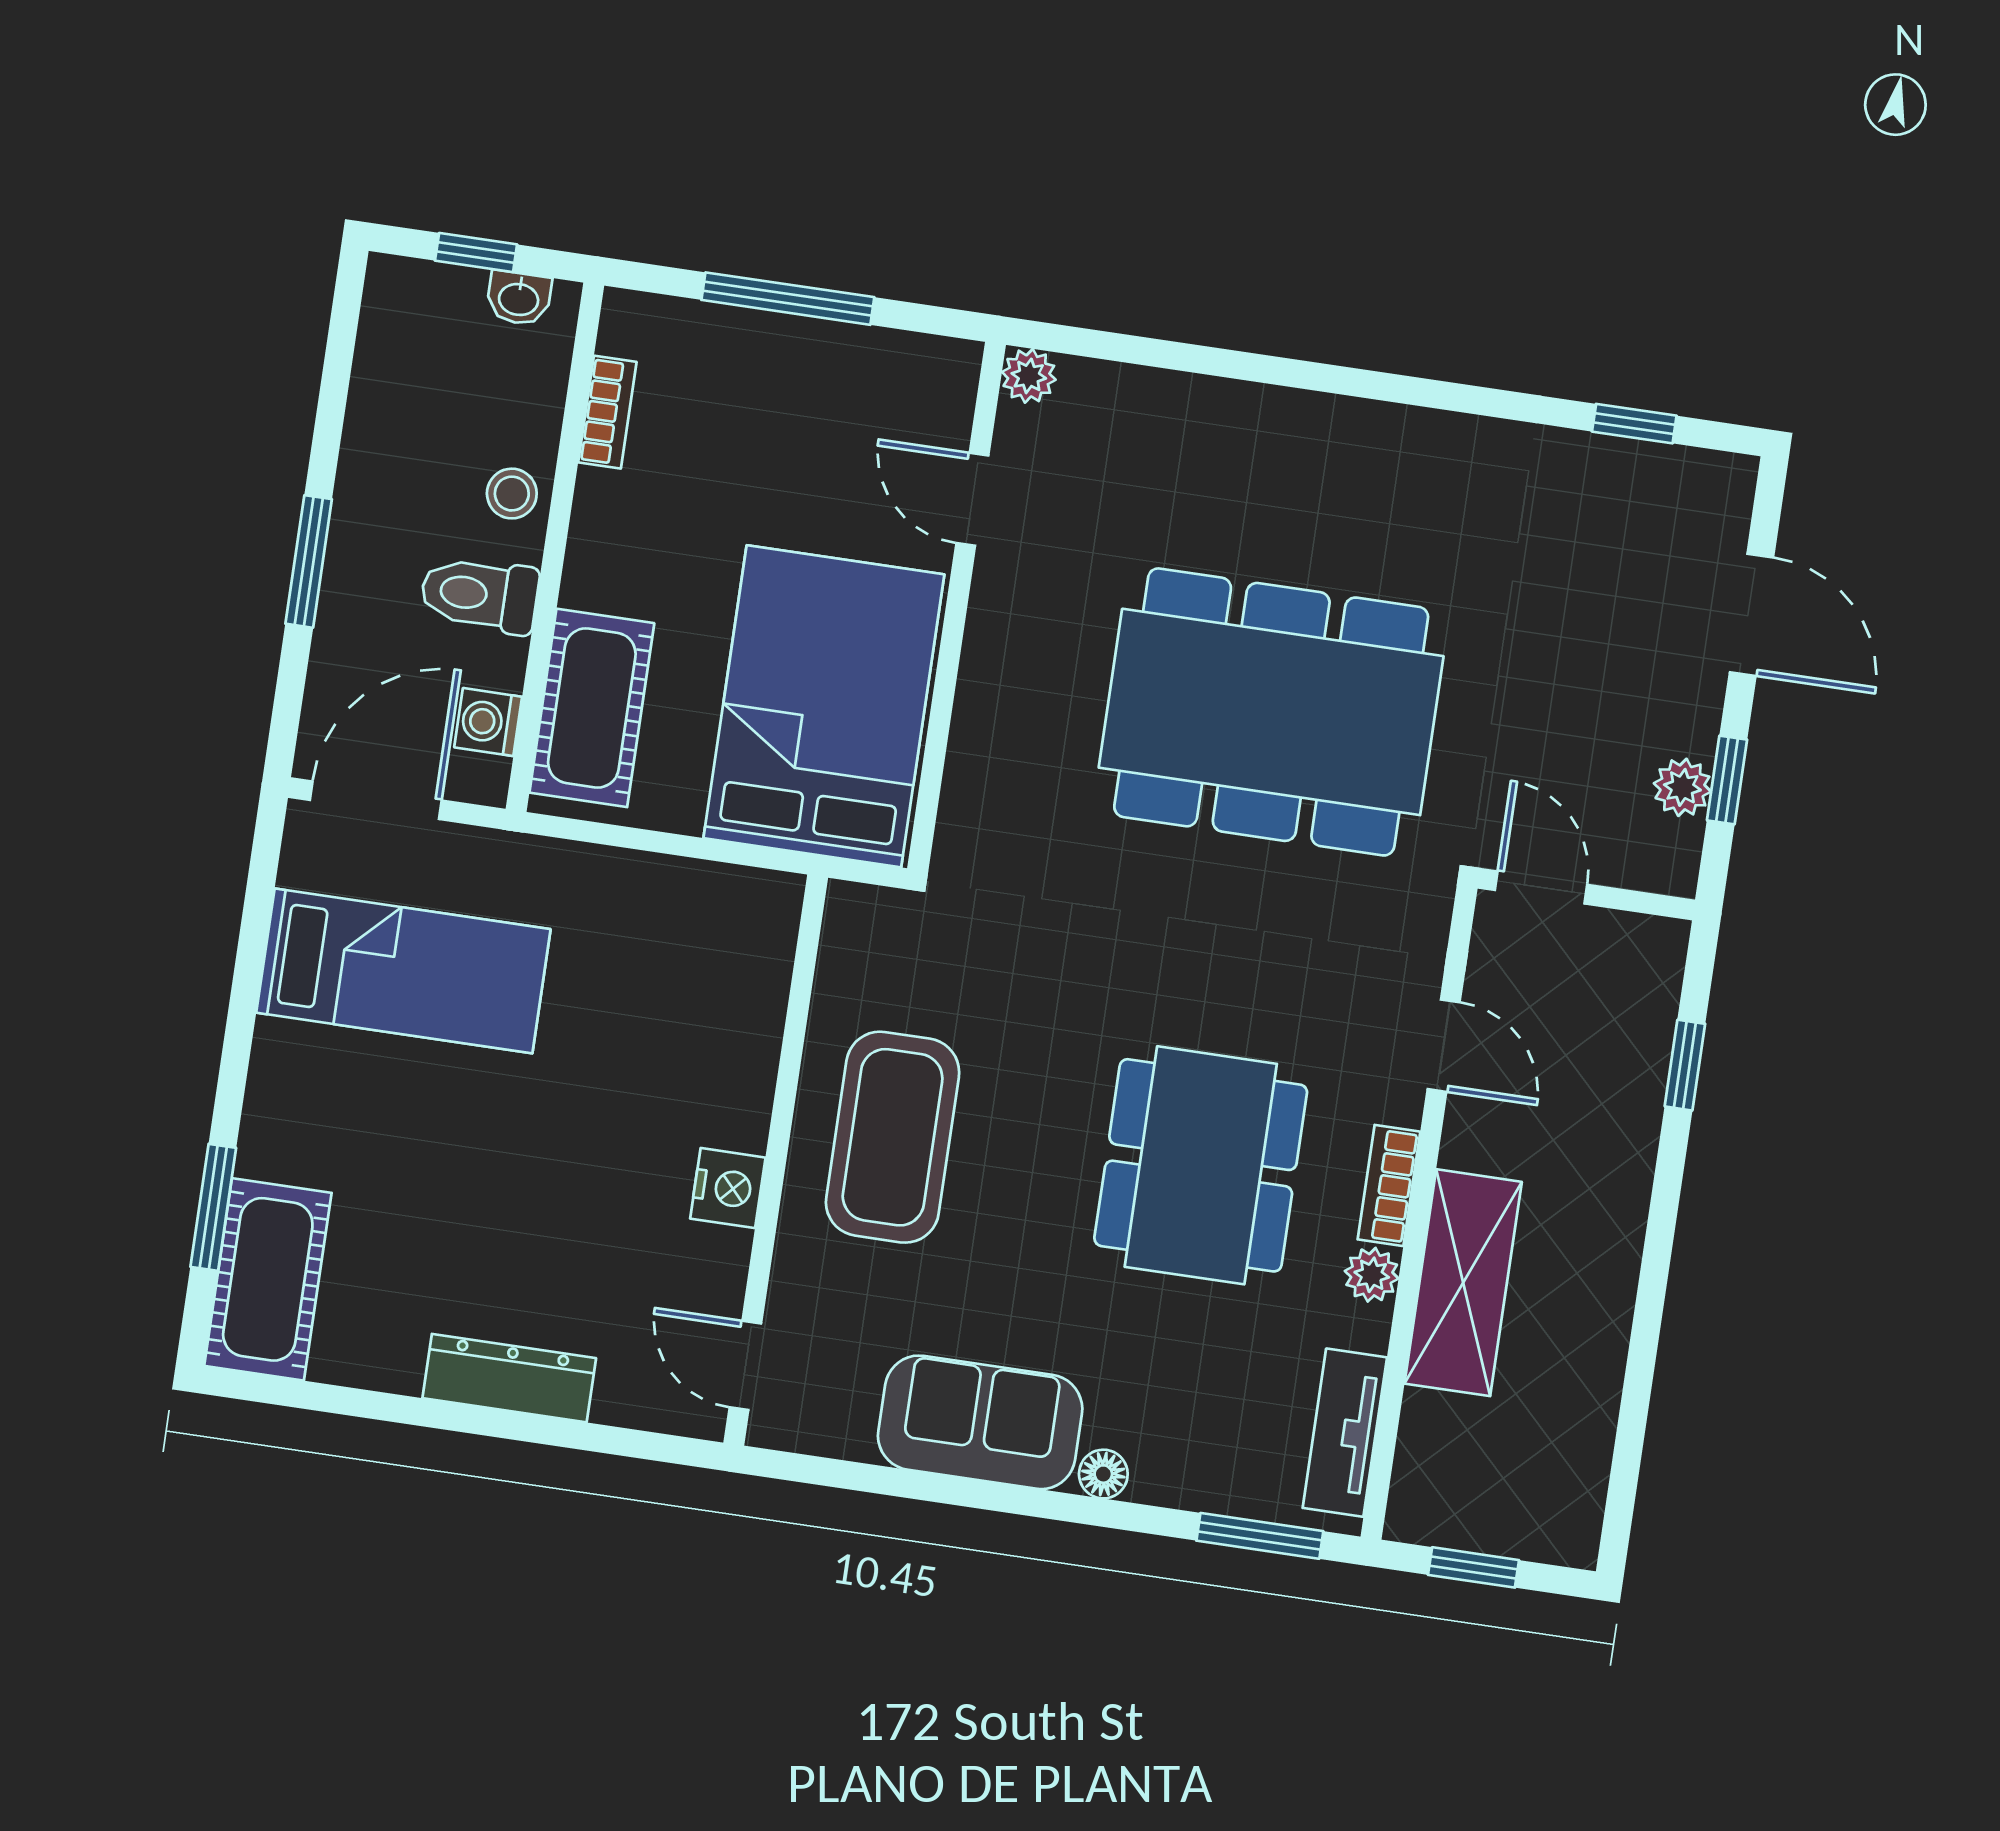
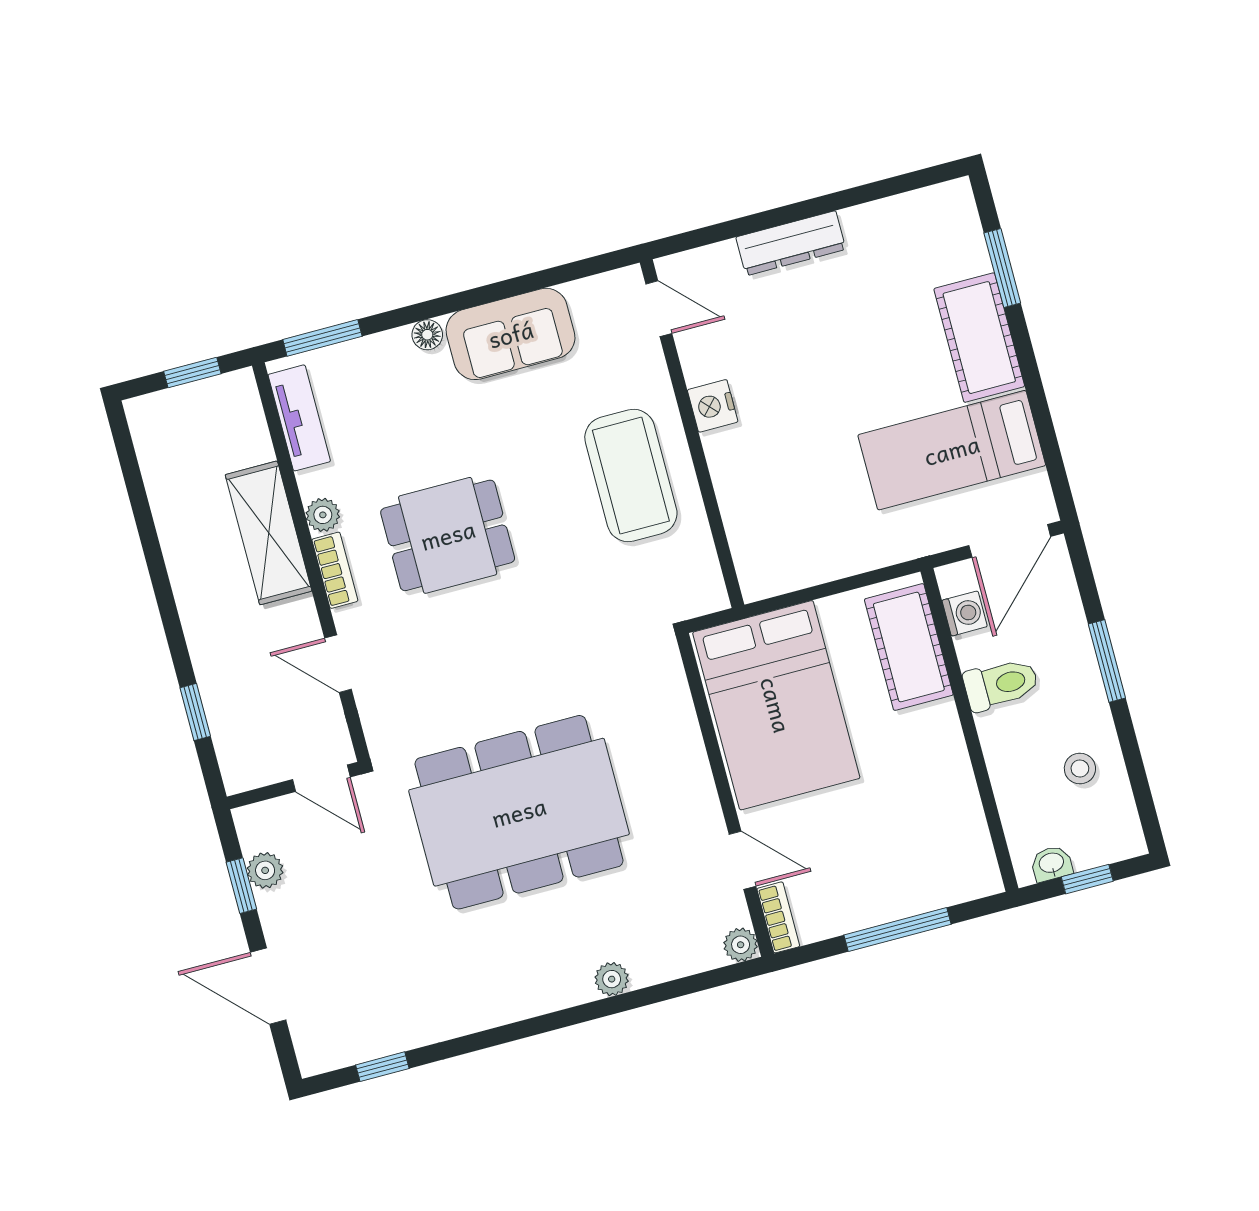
plant: (1241, 407) -> (612, 979), added
bookcase: (607, 412) -> (778, 917), moved, turned 180
stool: (512, 494) -> (1080, 769), moved
dining table: (1201, 1165) -> (448, 535), width x0.73
cot: (268, 1279) -> (979, 338), moved

